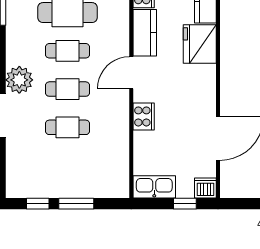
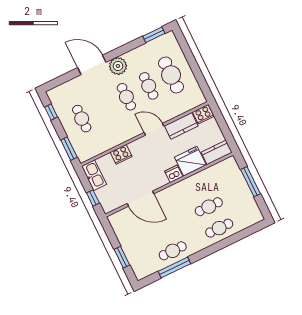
cooker: (144, 116) -> (121, 154), moved
cafe table: (68, 127) -> (82, 119), moved
dishwasher: (205, 188) -> (174, 174), moved, turned -90
window: (76, 204) -> (69, 149), moved

